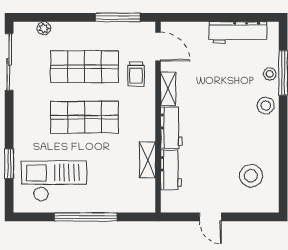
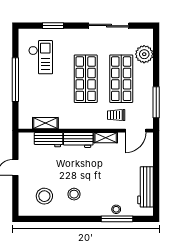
plant: (44, 28) -> (144, 54), width x1.88, depth x1.88
sliding door: (9, 62) -> (109, 26), moved
stool: (266, 105) -> (74, 194), moved
shelving: (147, 160) -> (45, 123), moved
checkout: (54, 181) -> (41, 57), width x0.73, depth x0.83

